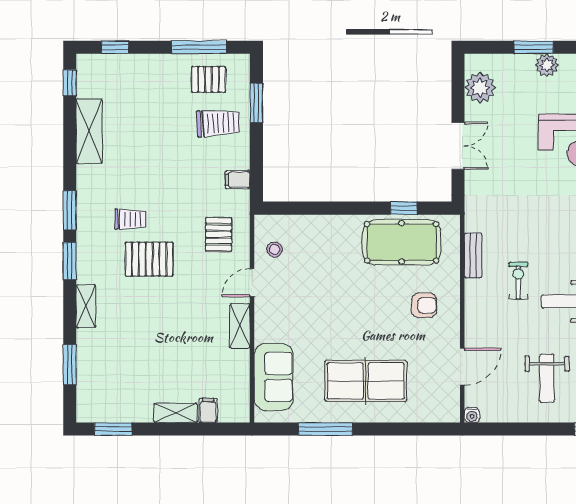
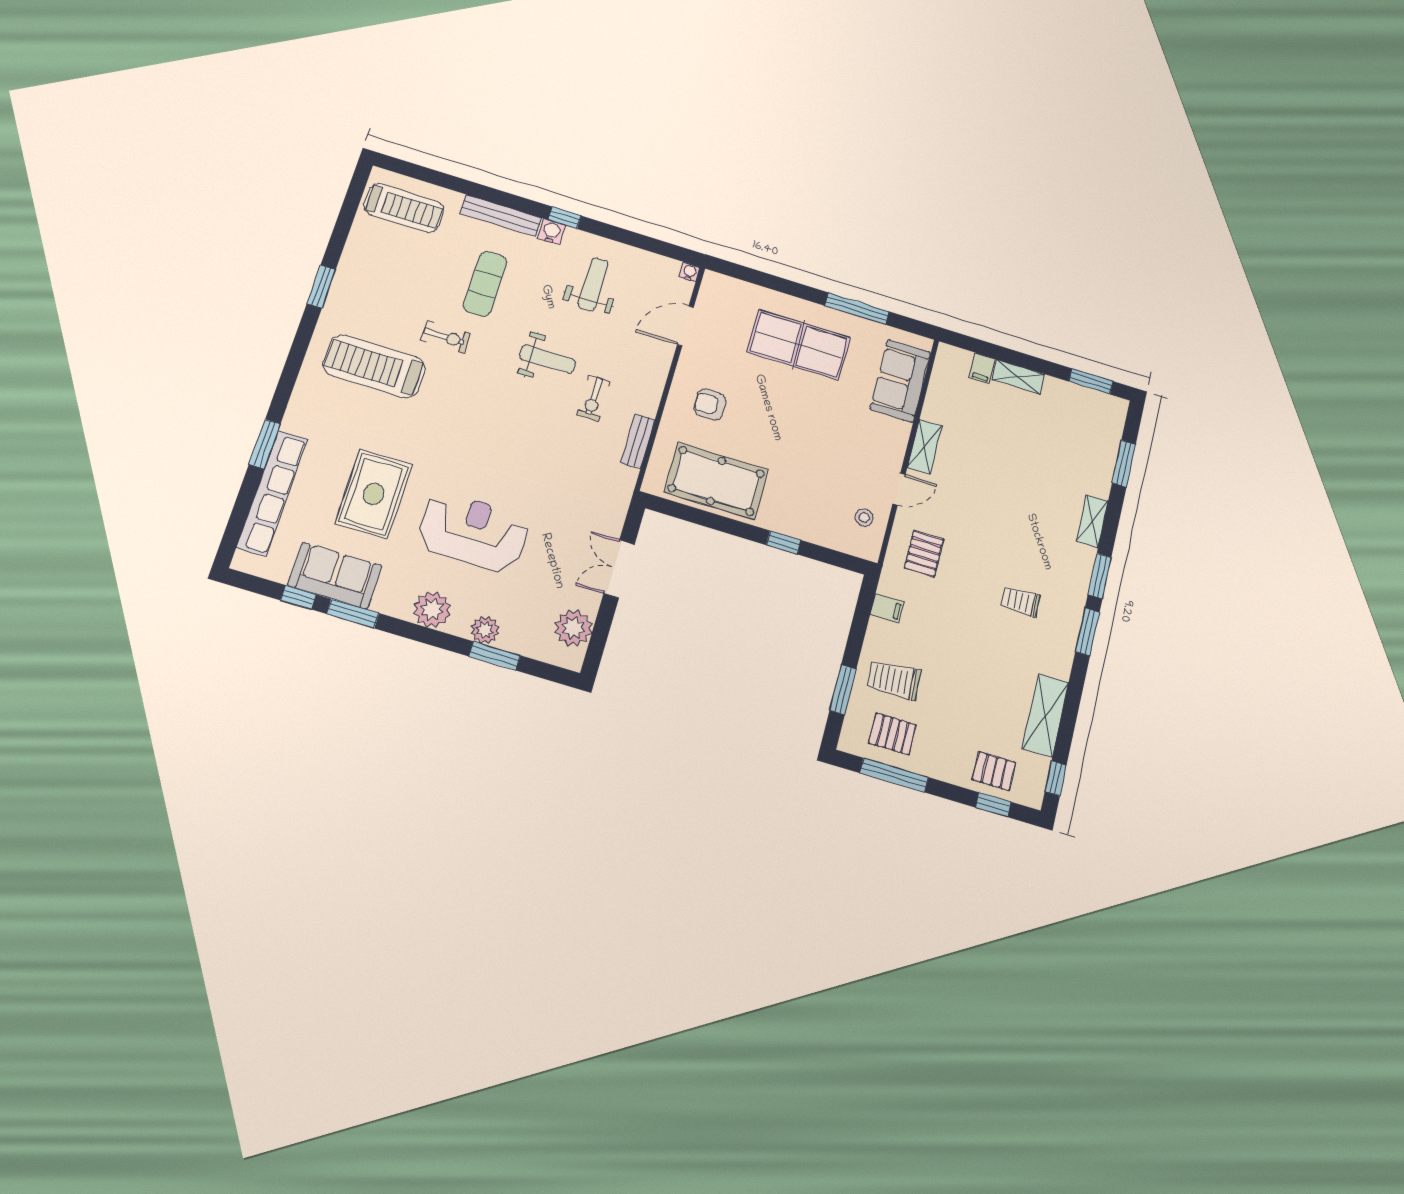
window: (404, 208) -> (783, 542), moved
pallet: (149, 259) -> (994, 771), moved, width x0.67, depth x0.71

